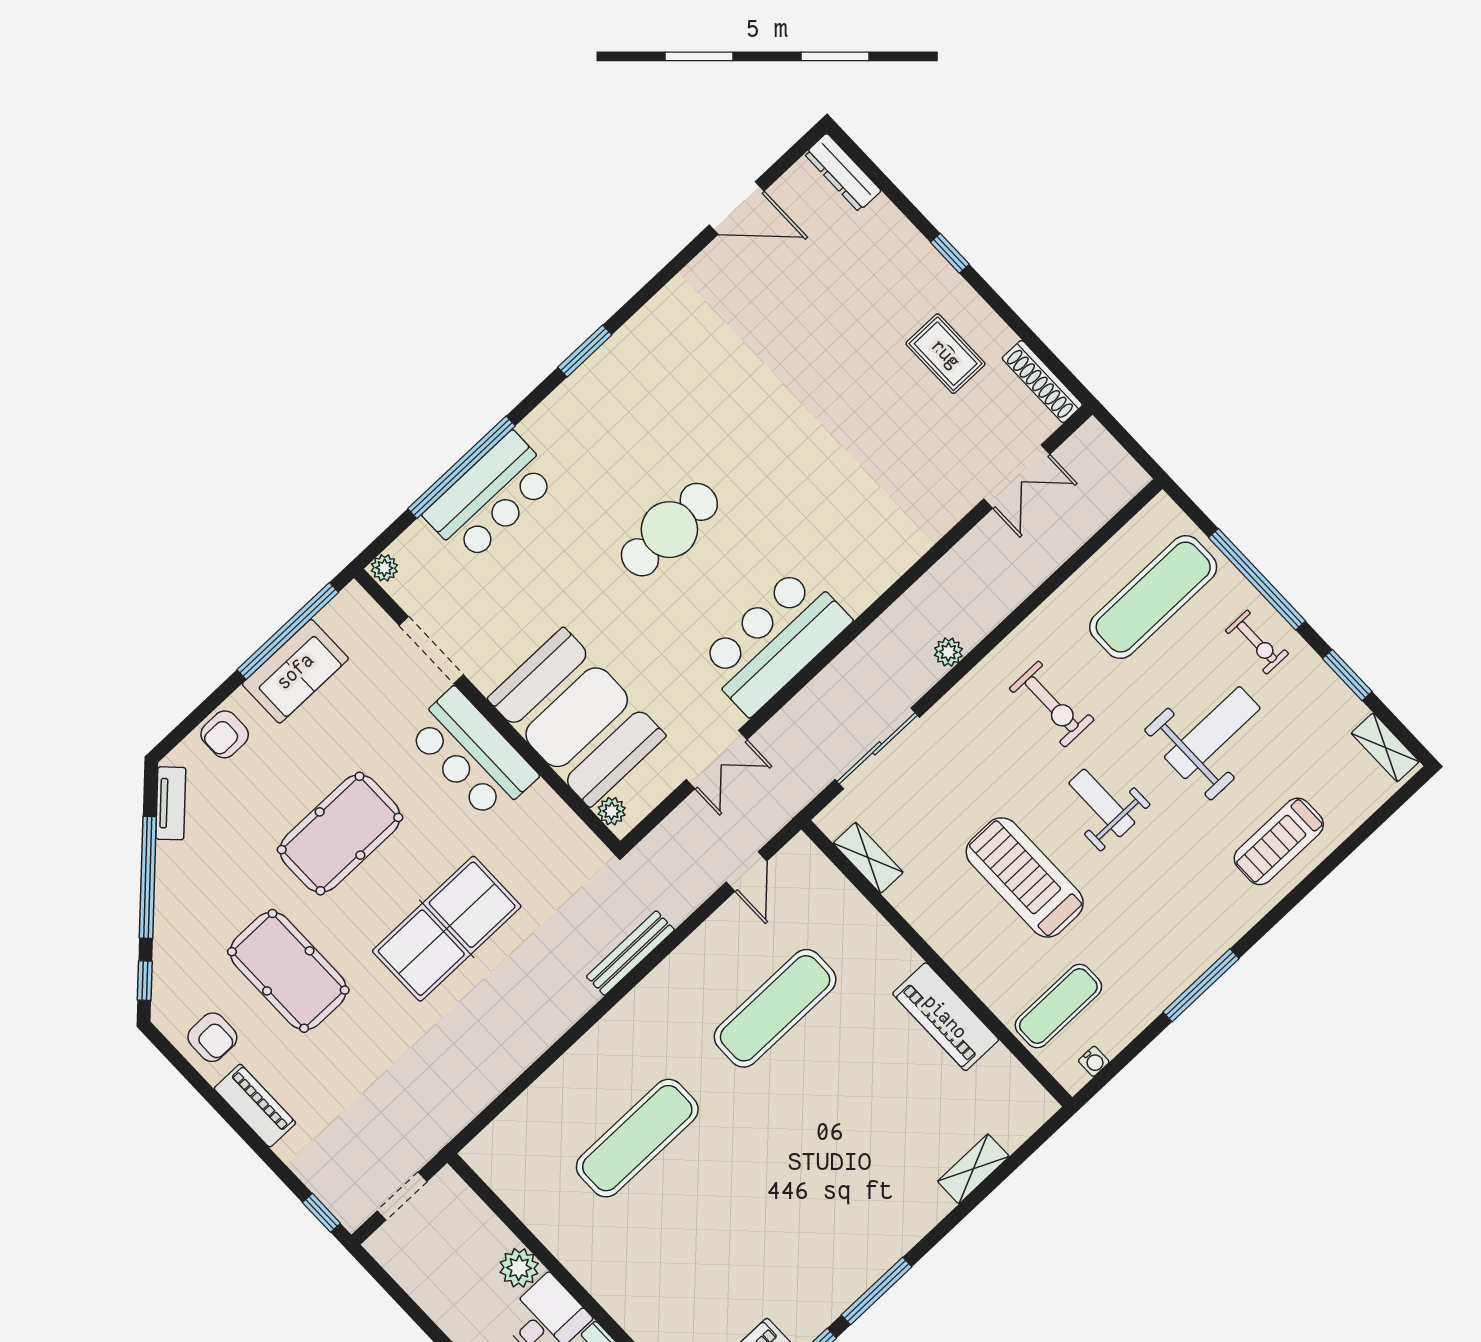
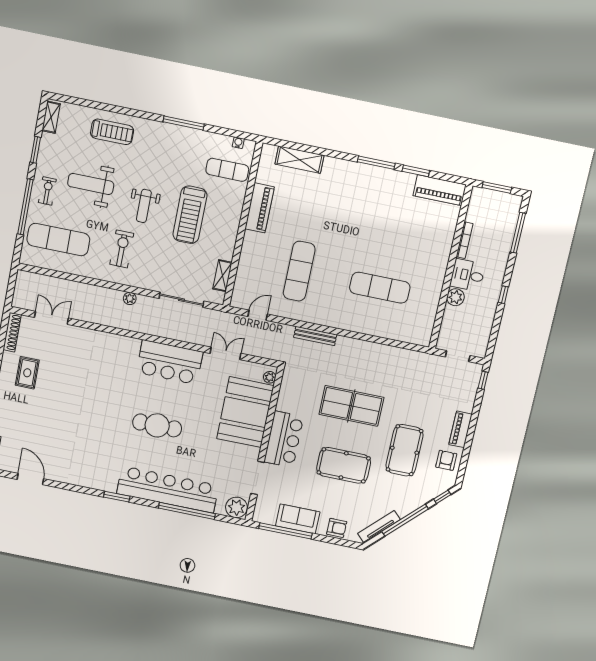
bar counter: (491, 497) -> (168, 489), width x1.86
plant: (384, 568) -> (236, 507), width x1.88, depth x1.88
tv unit: (171, 803) -> (379, 527), width x1.41
exercise mat: (775, 1008) -> (299, 271), turned 90
shelving: (973, 1169) -> (300, 160), width x1.50, depth x1.33

